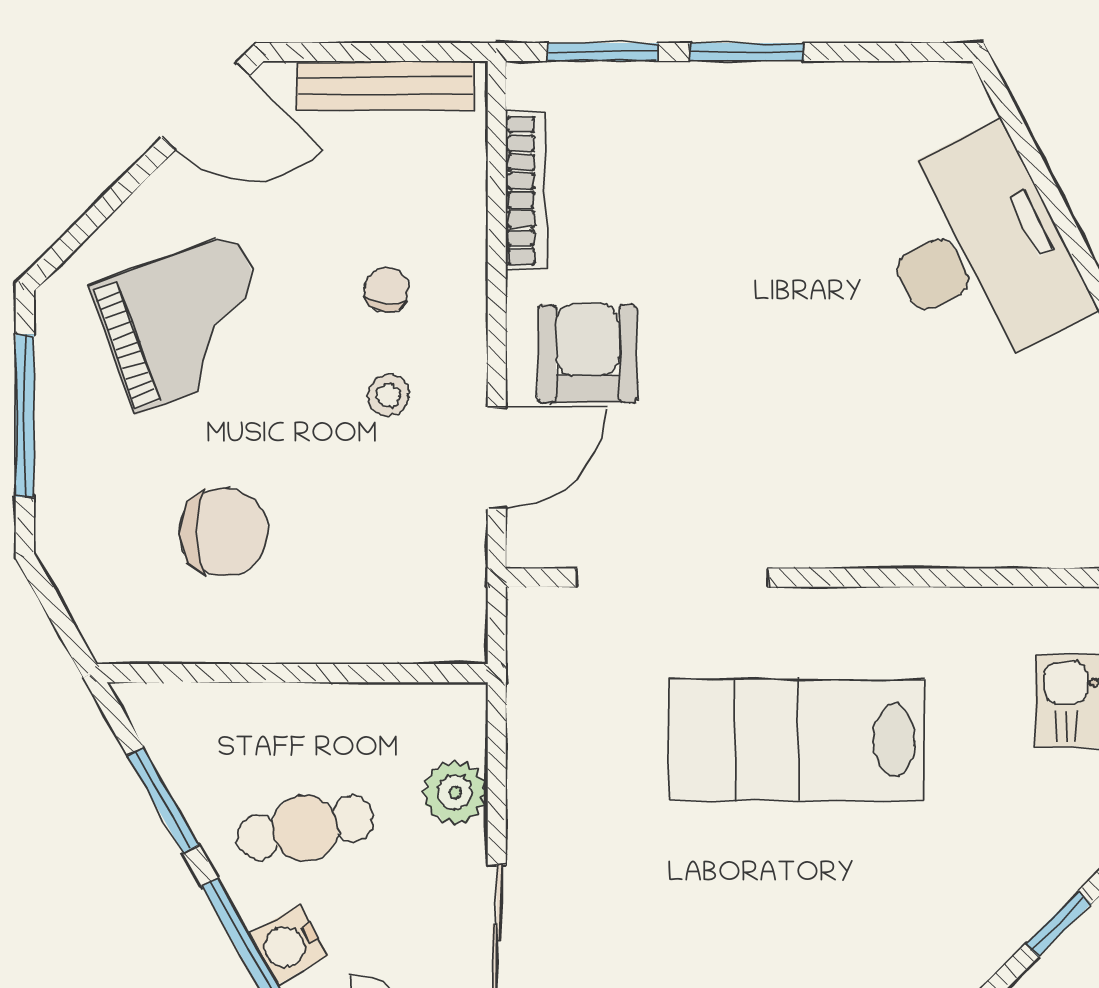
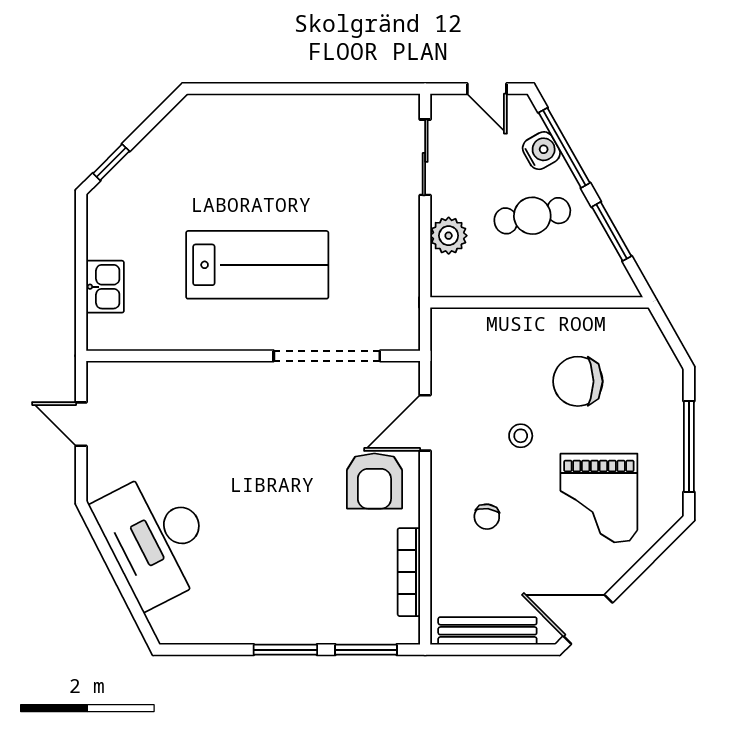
grand piano: (186, 323) -> (599, 498), turned -70
stool: (388, 395) -> (521, 436), moved

